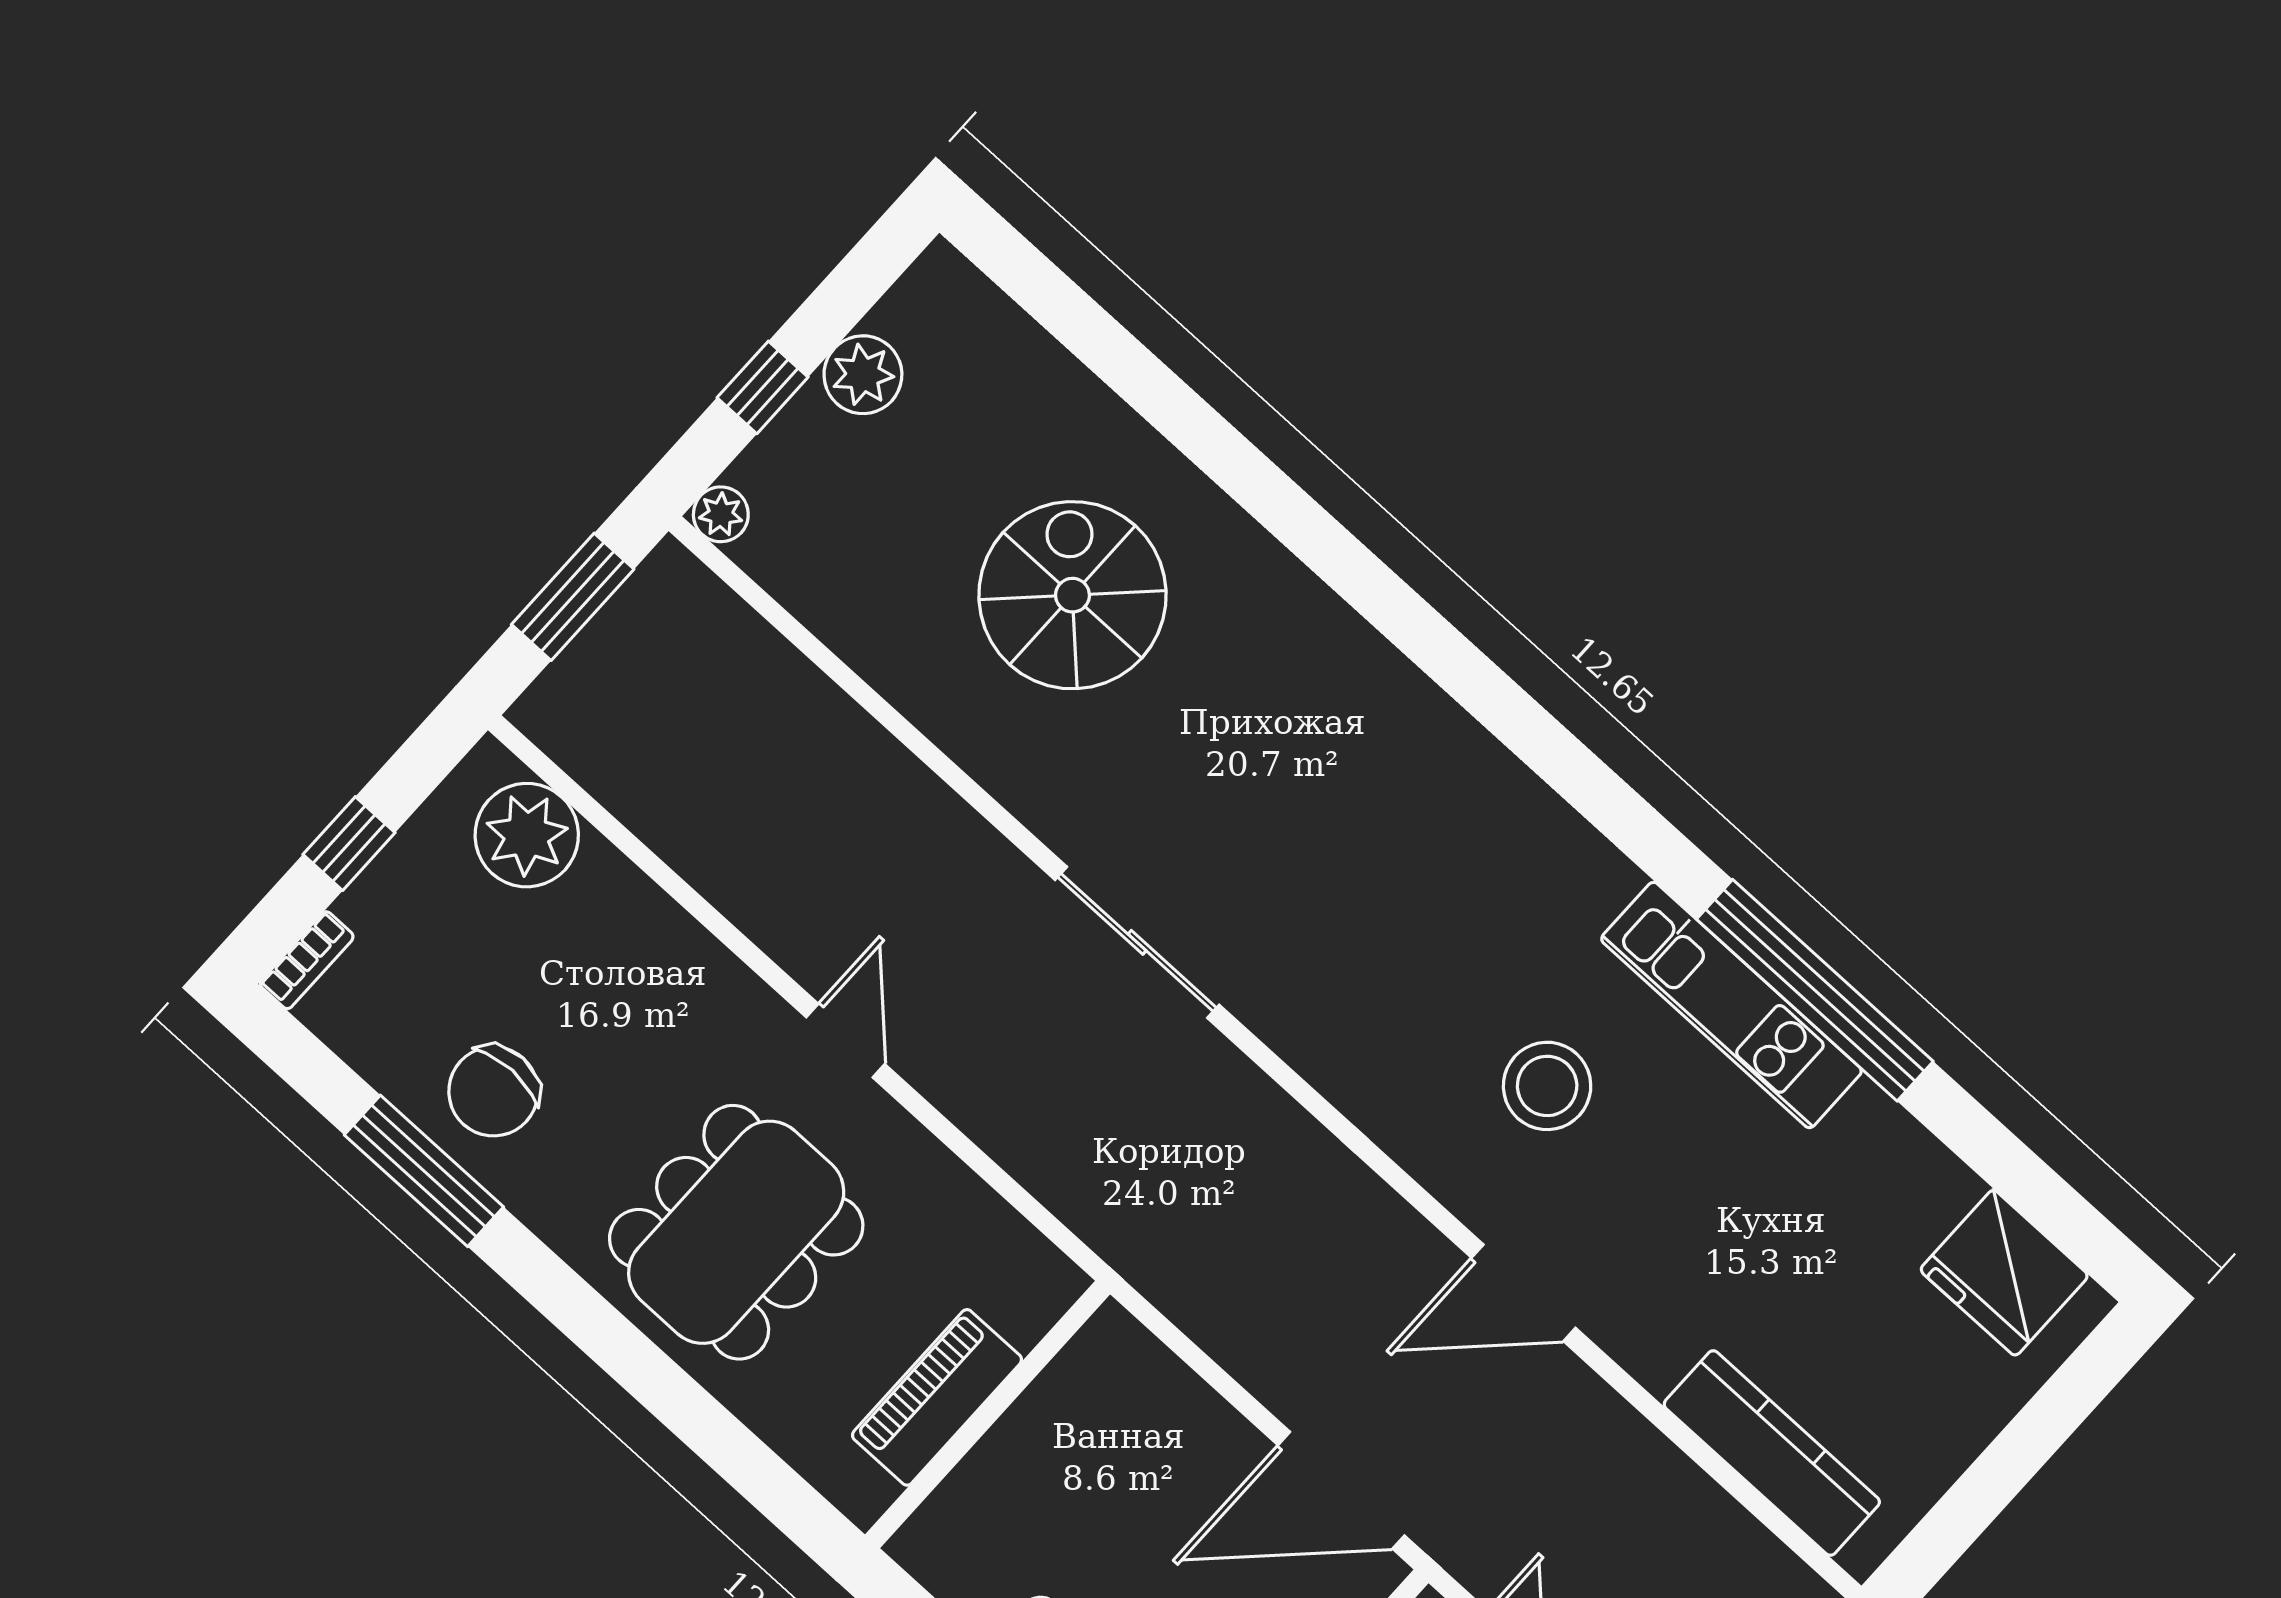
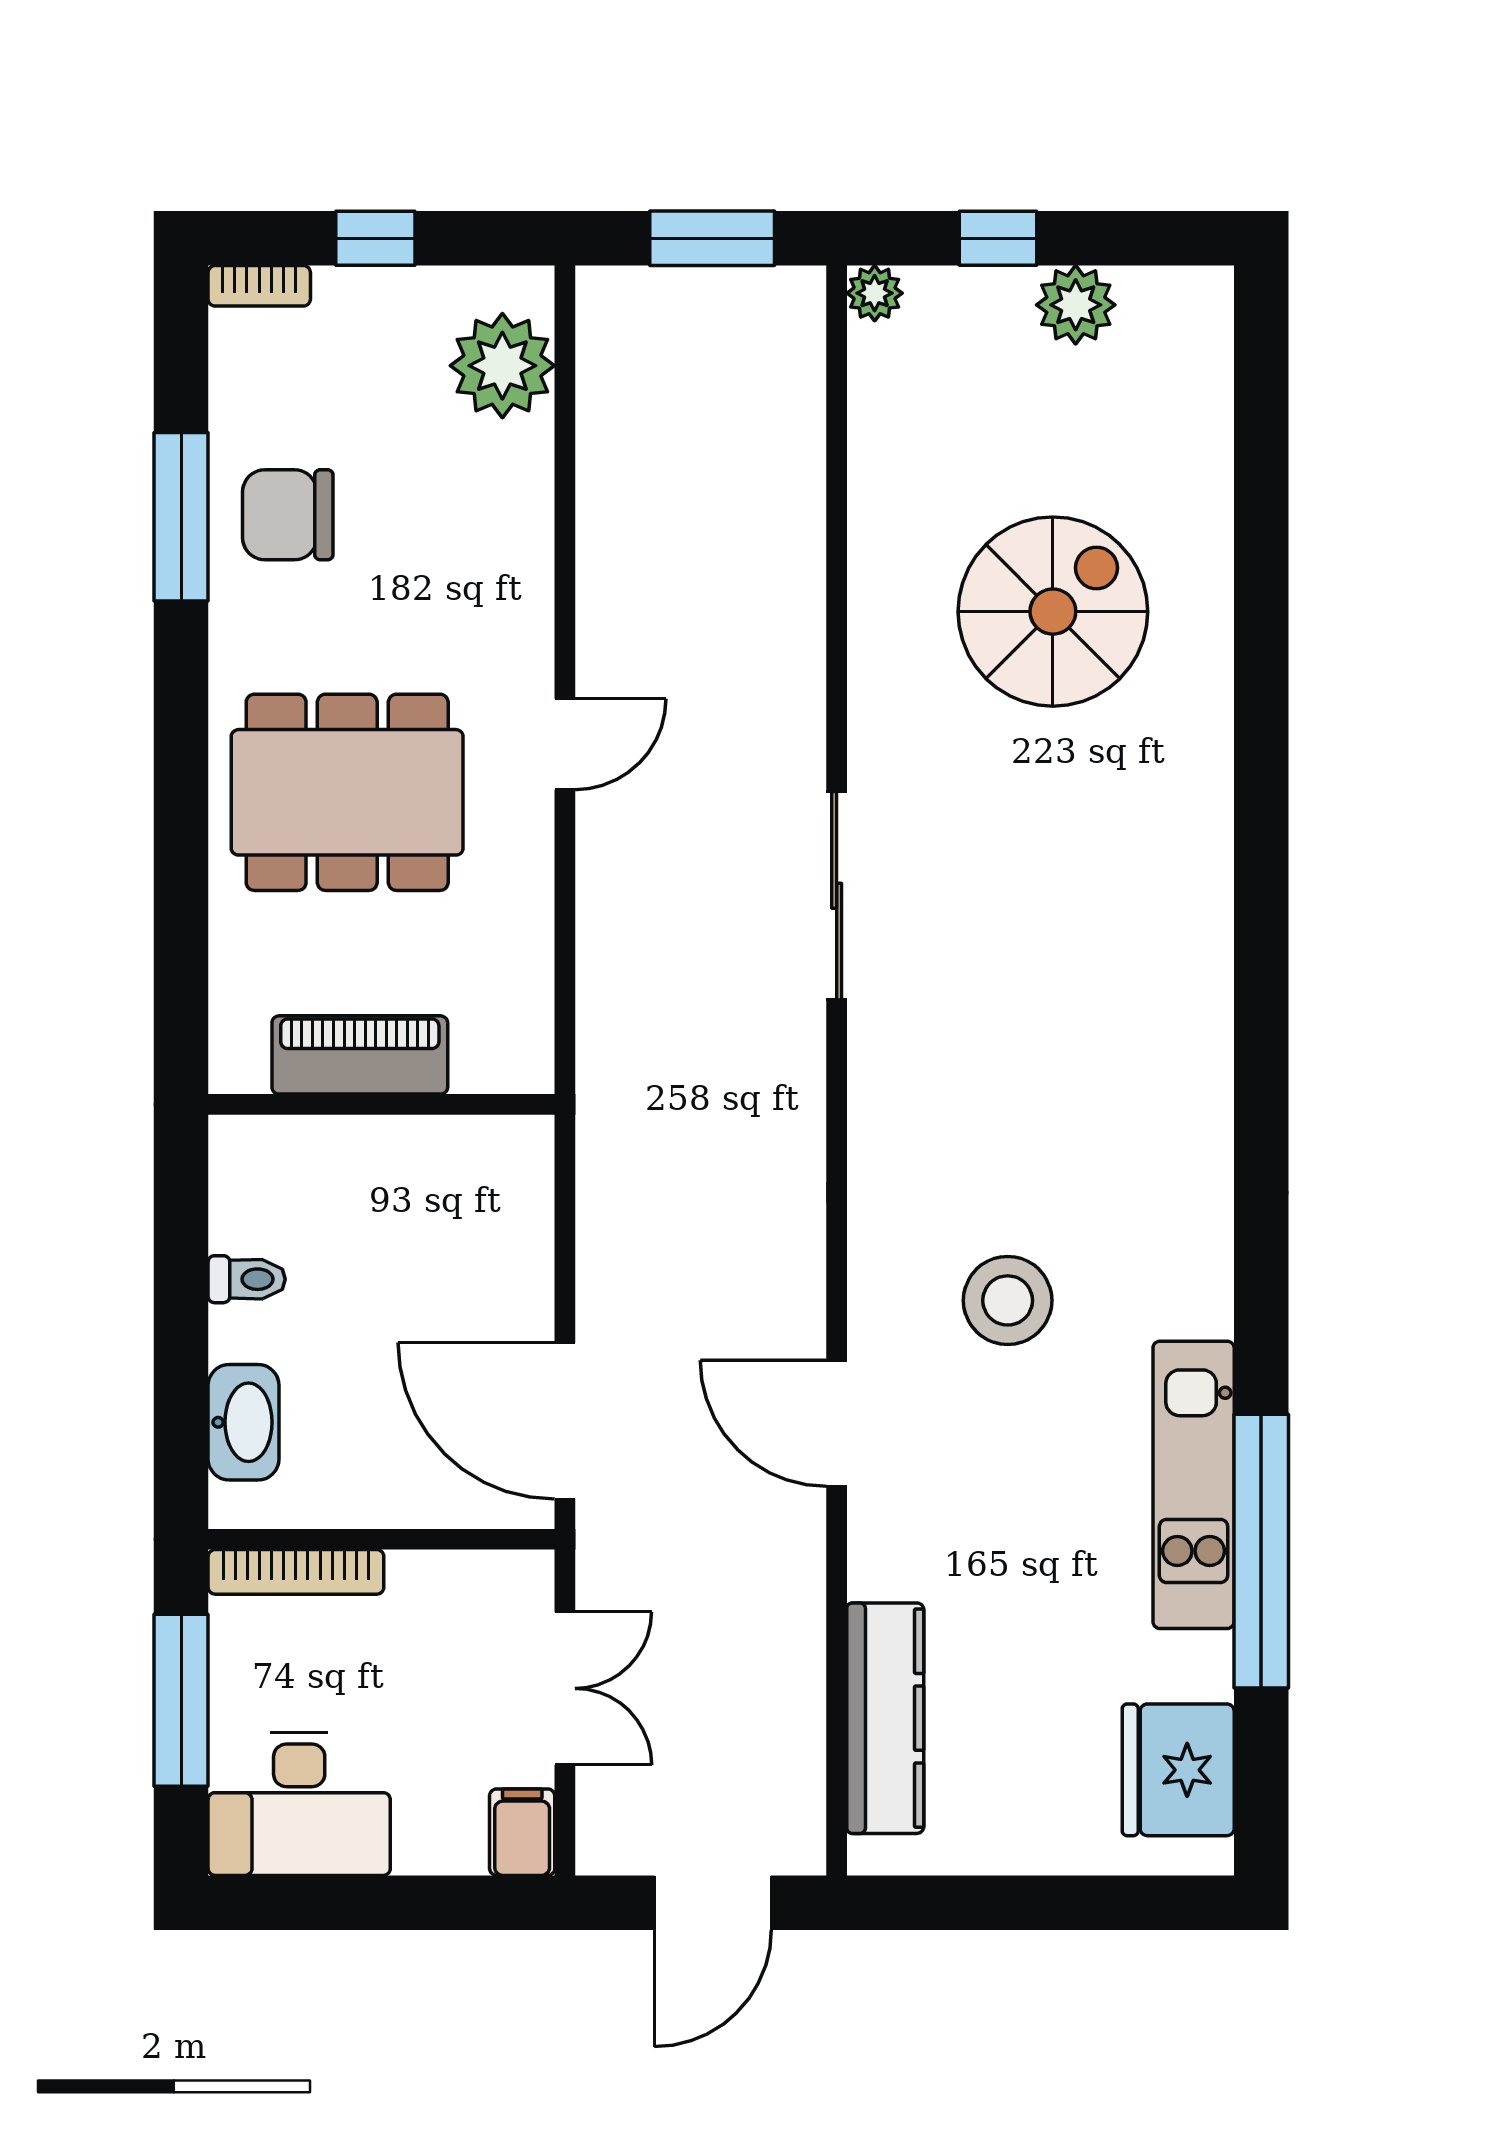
window: (1815, 990) -> (1261, 1551), moved
kitchen unit: (1731, 1005) -> (1194, 1485), moved

